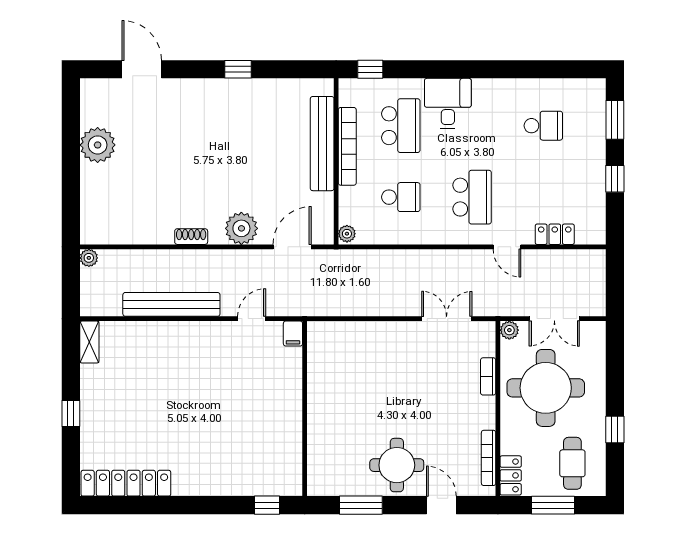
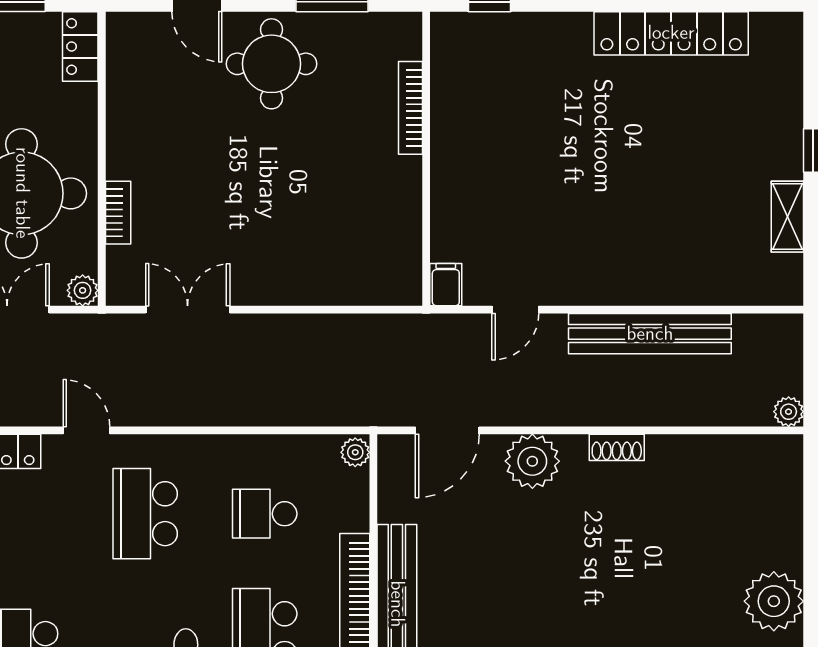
double door: (447, 319) -> (188, 310), swing flipped
shelving: (89, 342) -> (787, 217), moved
bookcase: (489, 458) -> (410, 108), moved, turned 180
locker: (126, 483) -> (671, 33), moved

